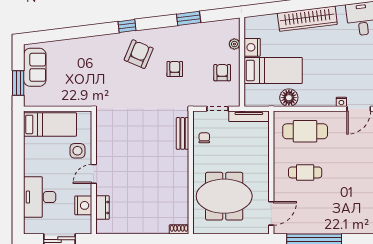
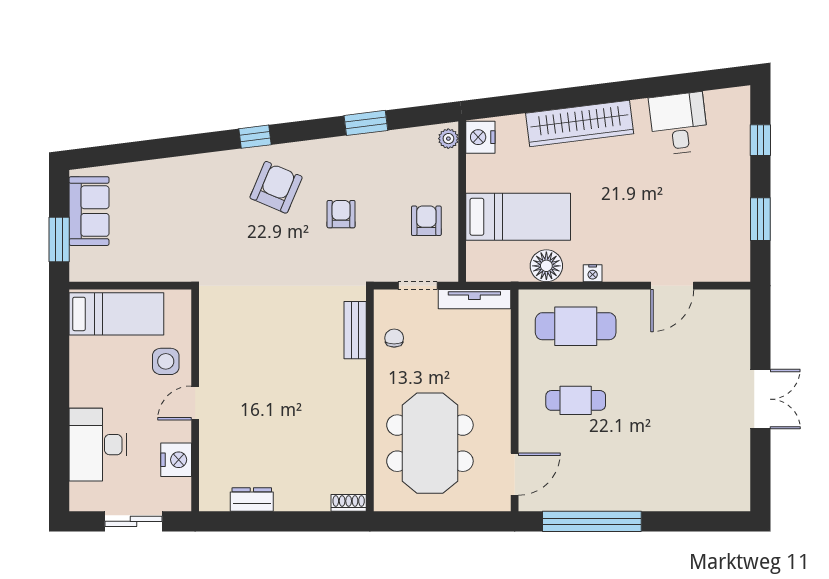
plant: (234, 44) -> (448, 139), moved
nightstand: (252, 47) -> (480, 137), moved
nightstand: (341, 102) -> (593, 273), moved
meeting table: (224, 196) -> (430, 443), turned 90
dresser: (102, 208) -> (252, 500), moved, turned -90

